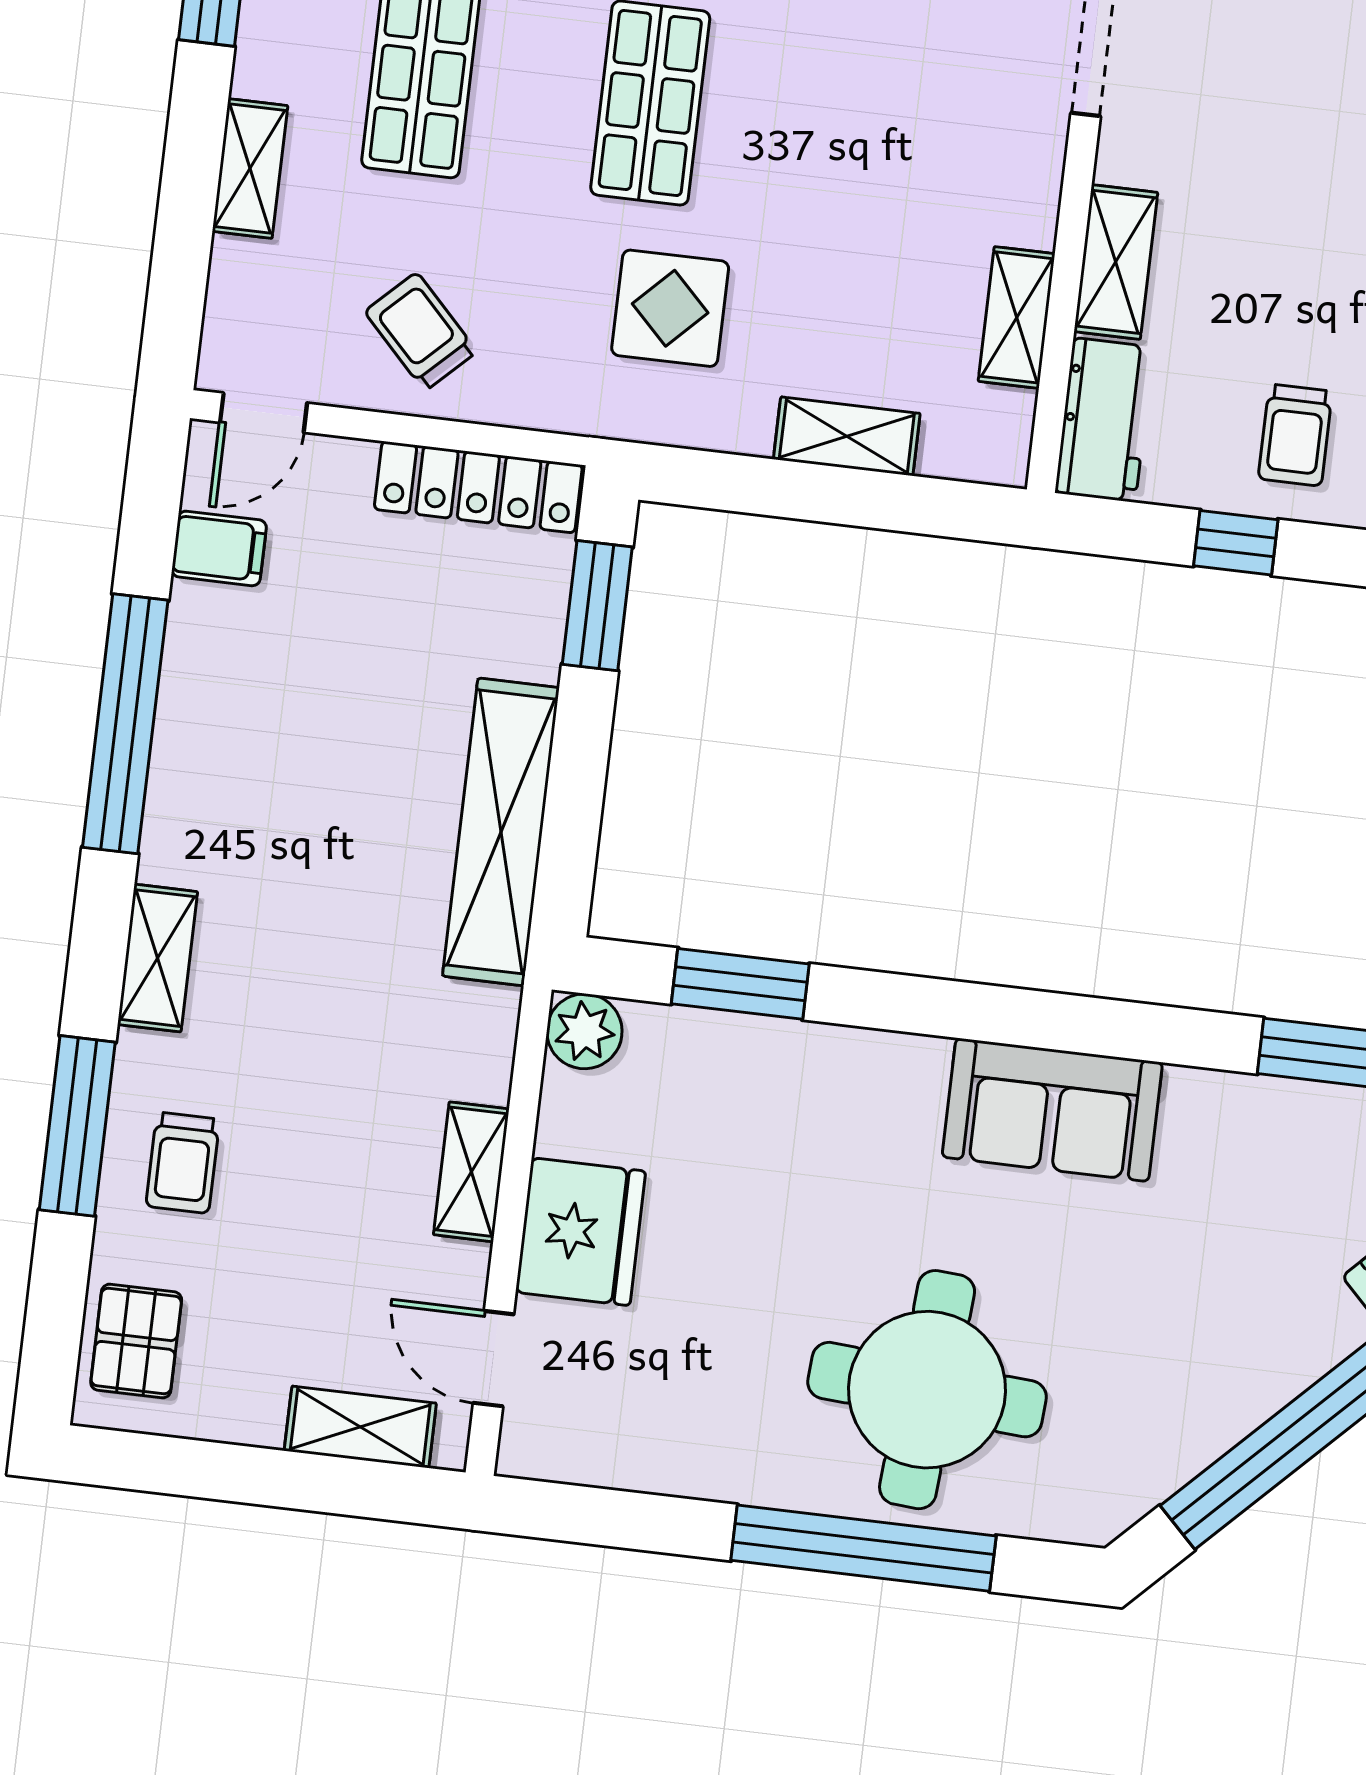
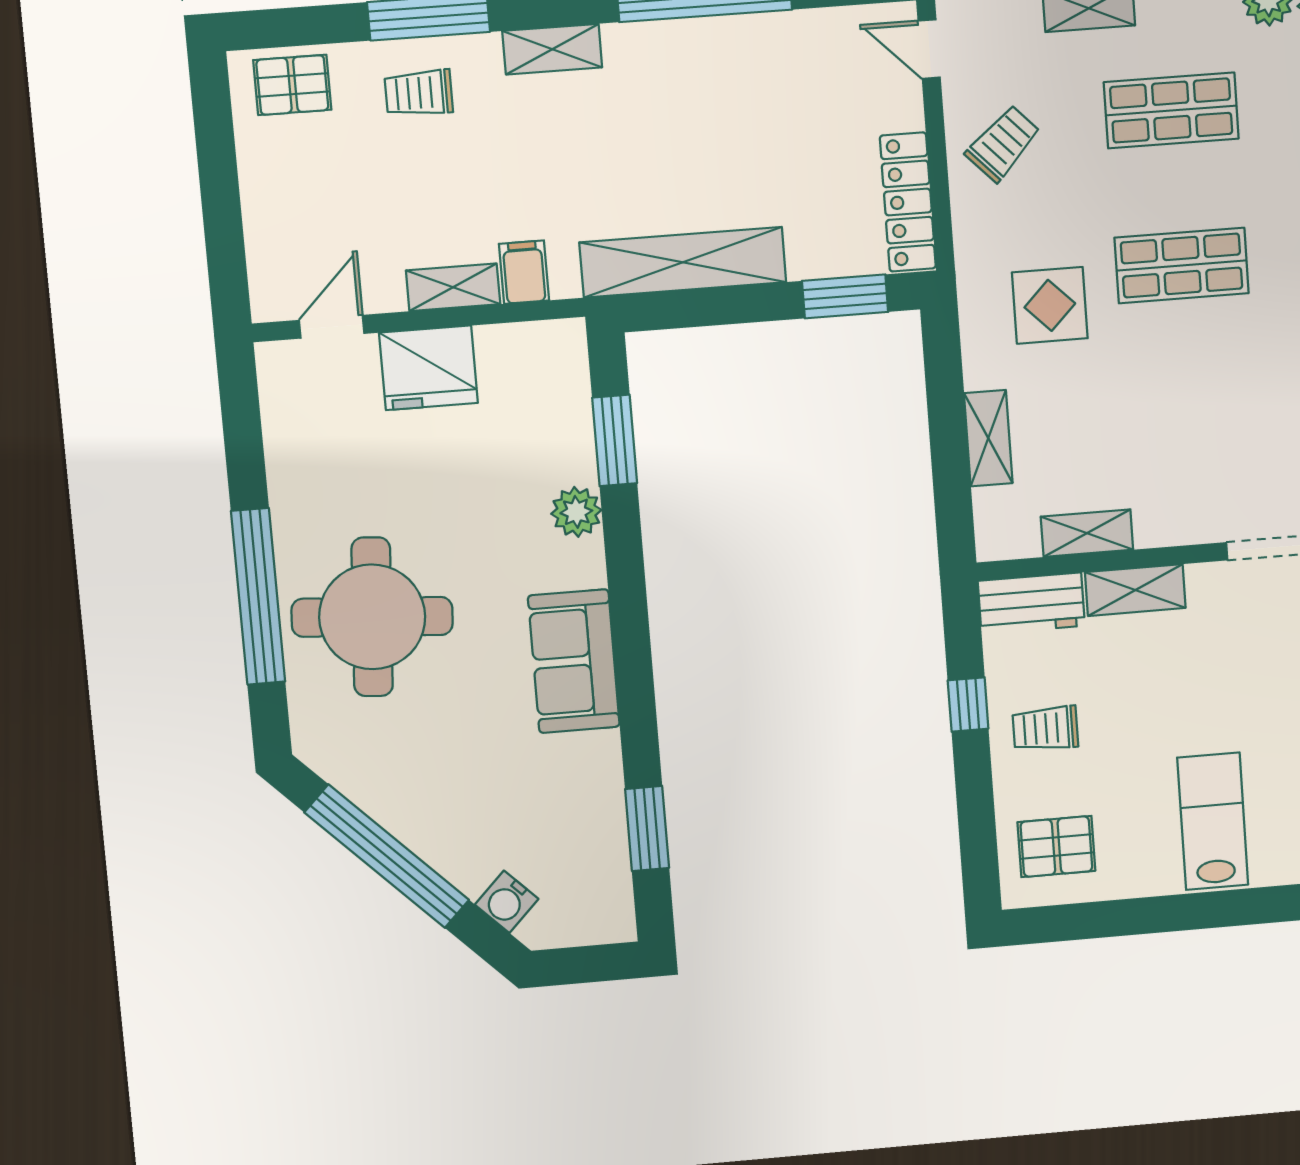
filing cabinet: (219, 548) -> (524, 272), moved, turned 180
plant: (584, 1031) -> (576, 512), moved
shelving: (360, 1427) -> (267, 247), removed

